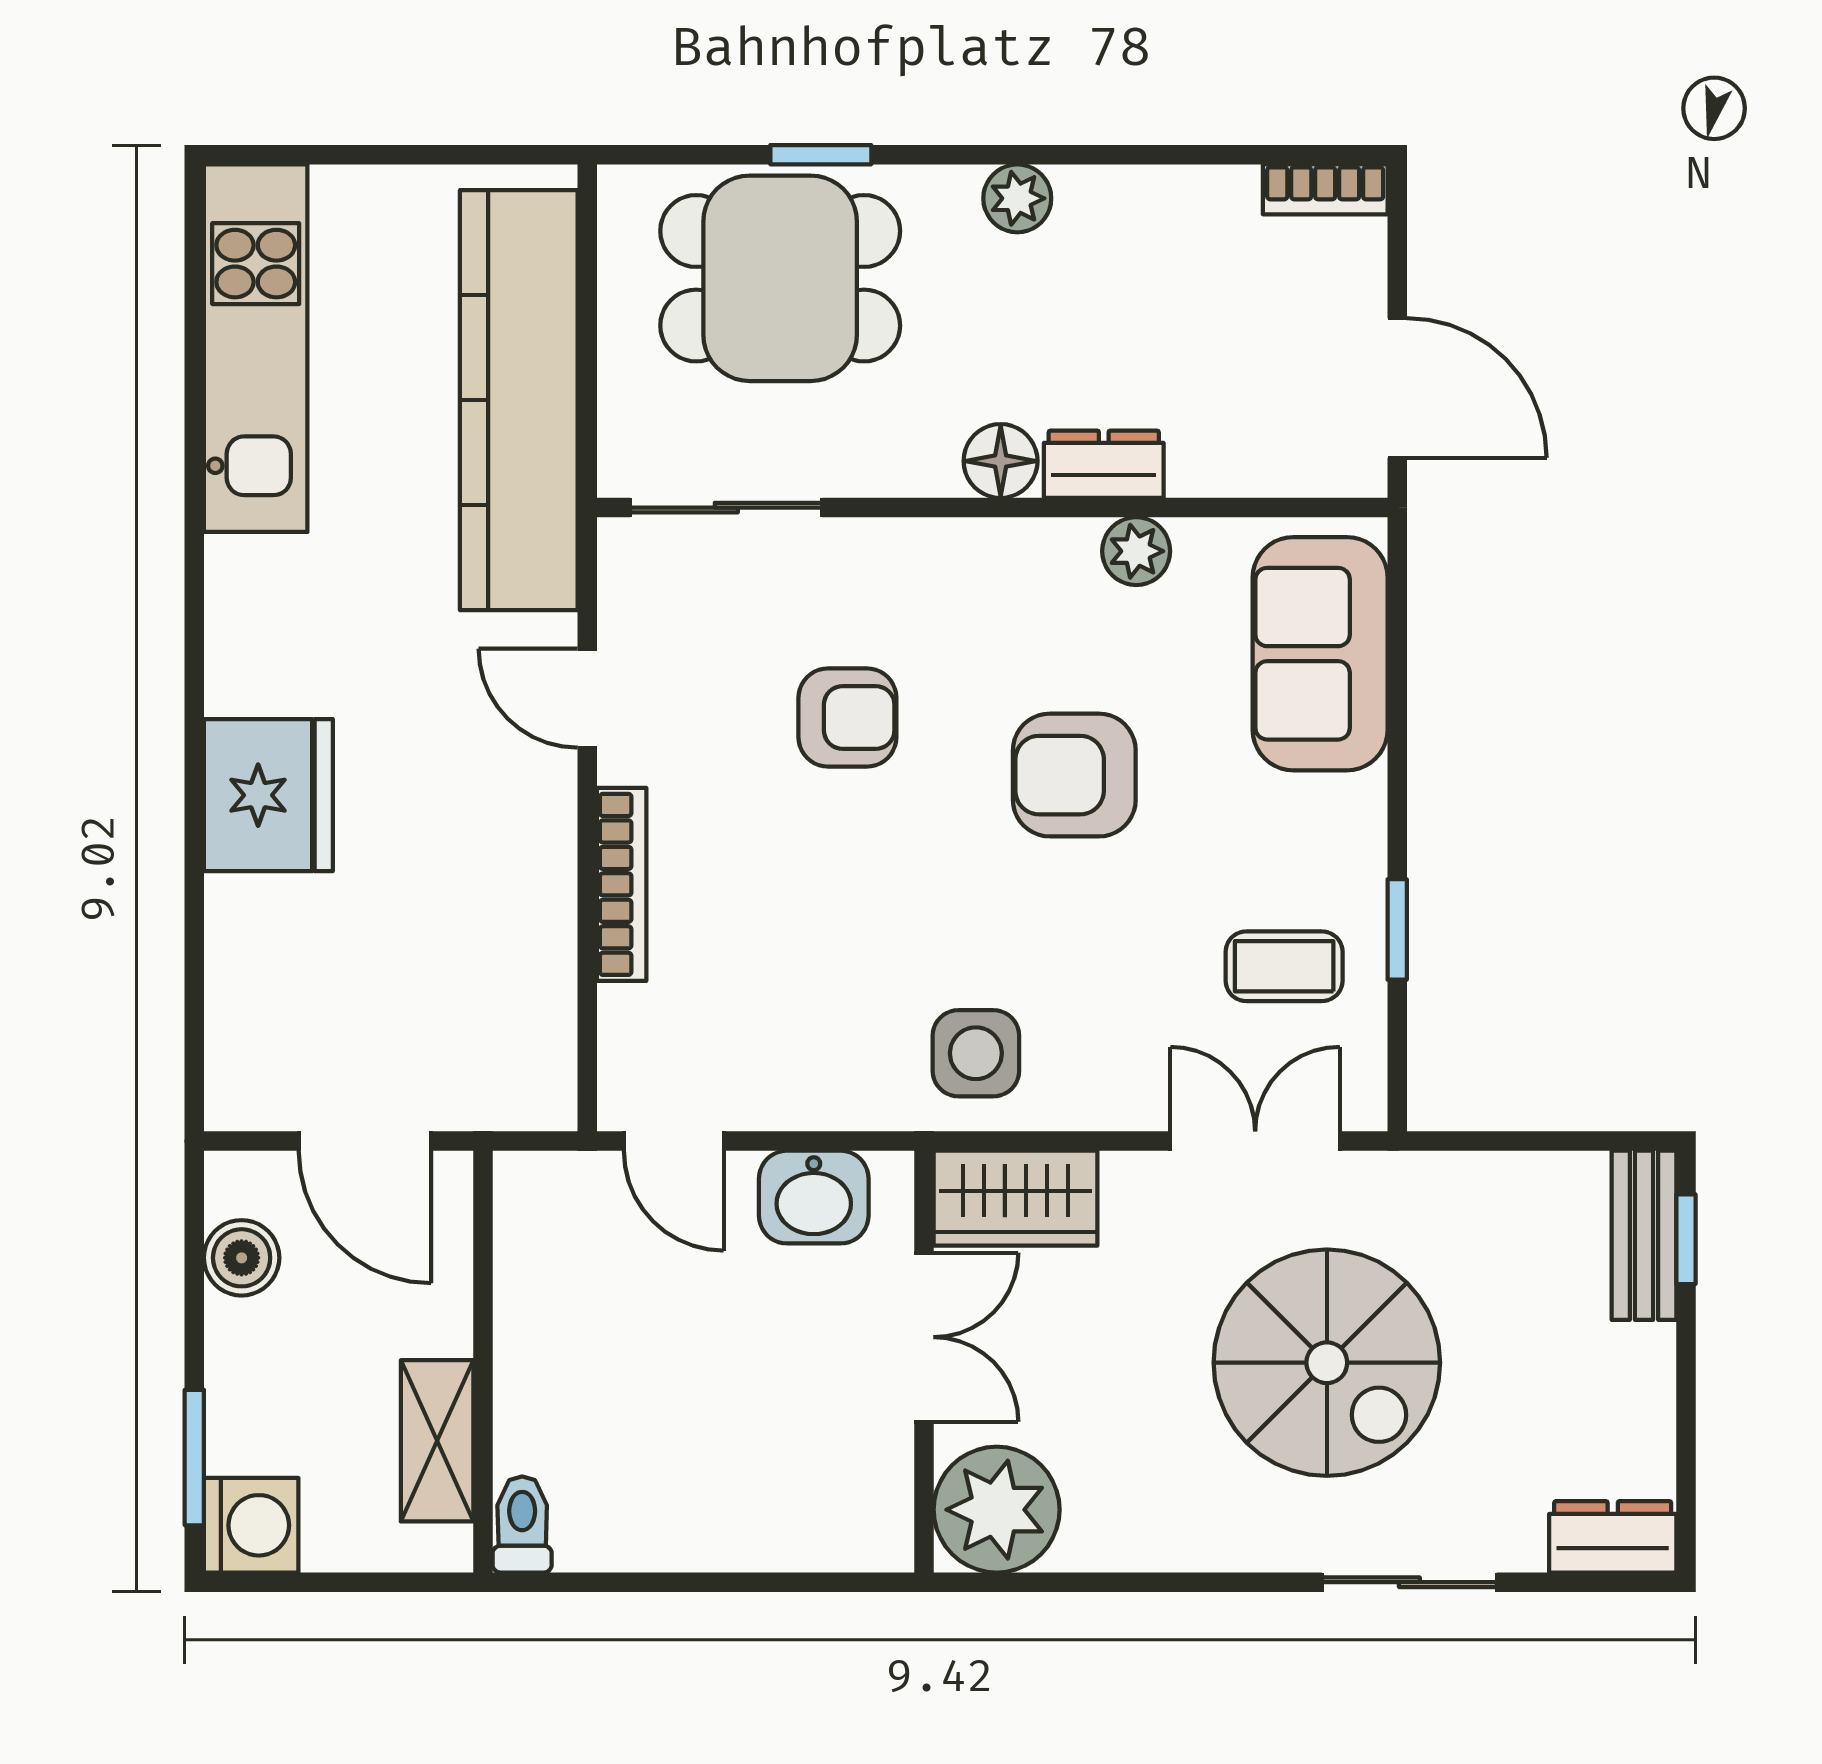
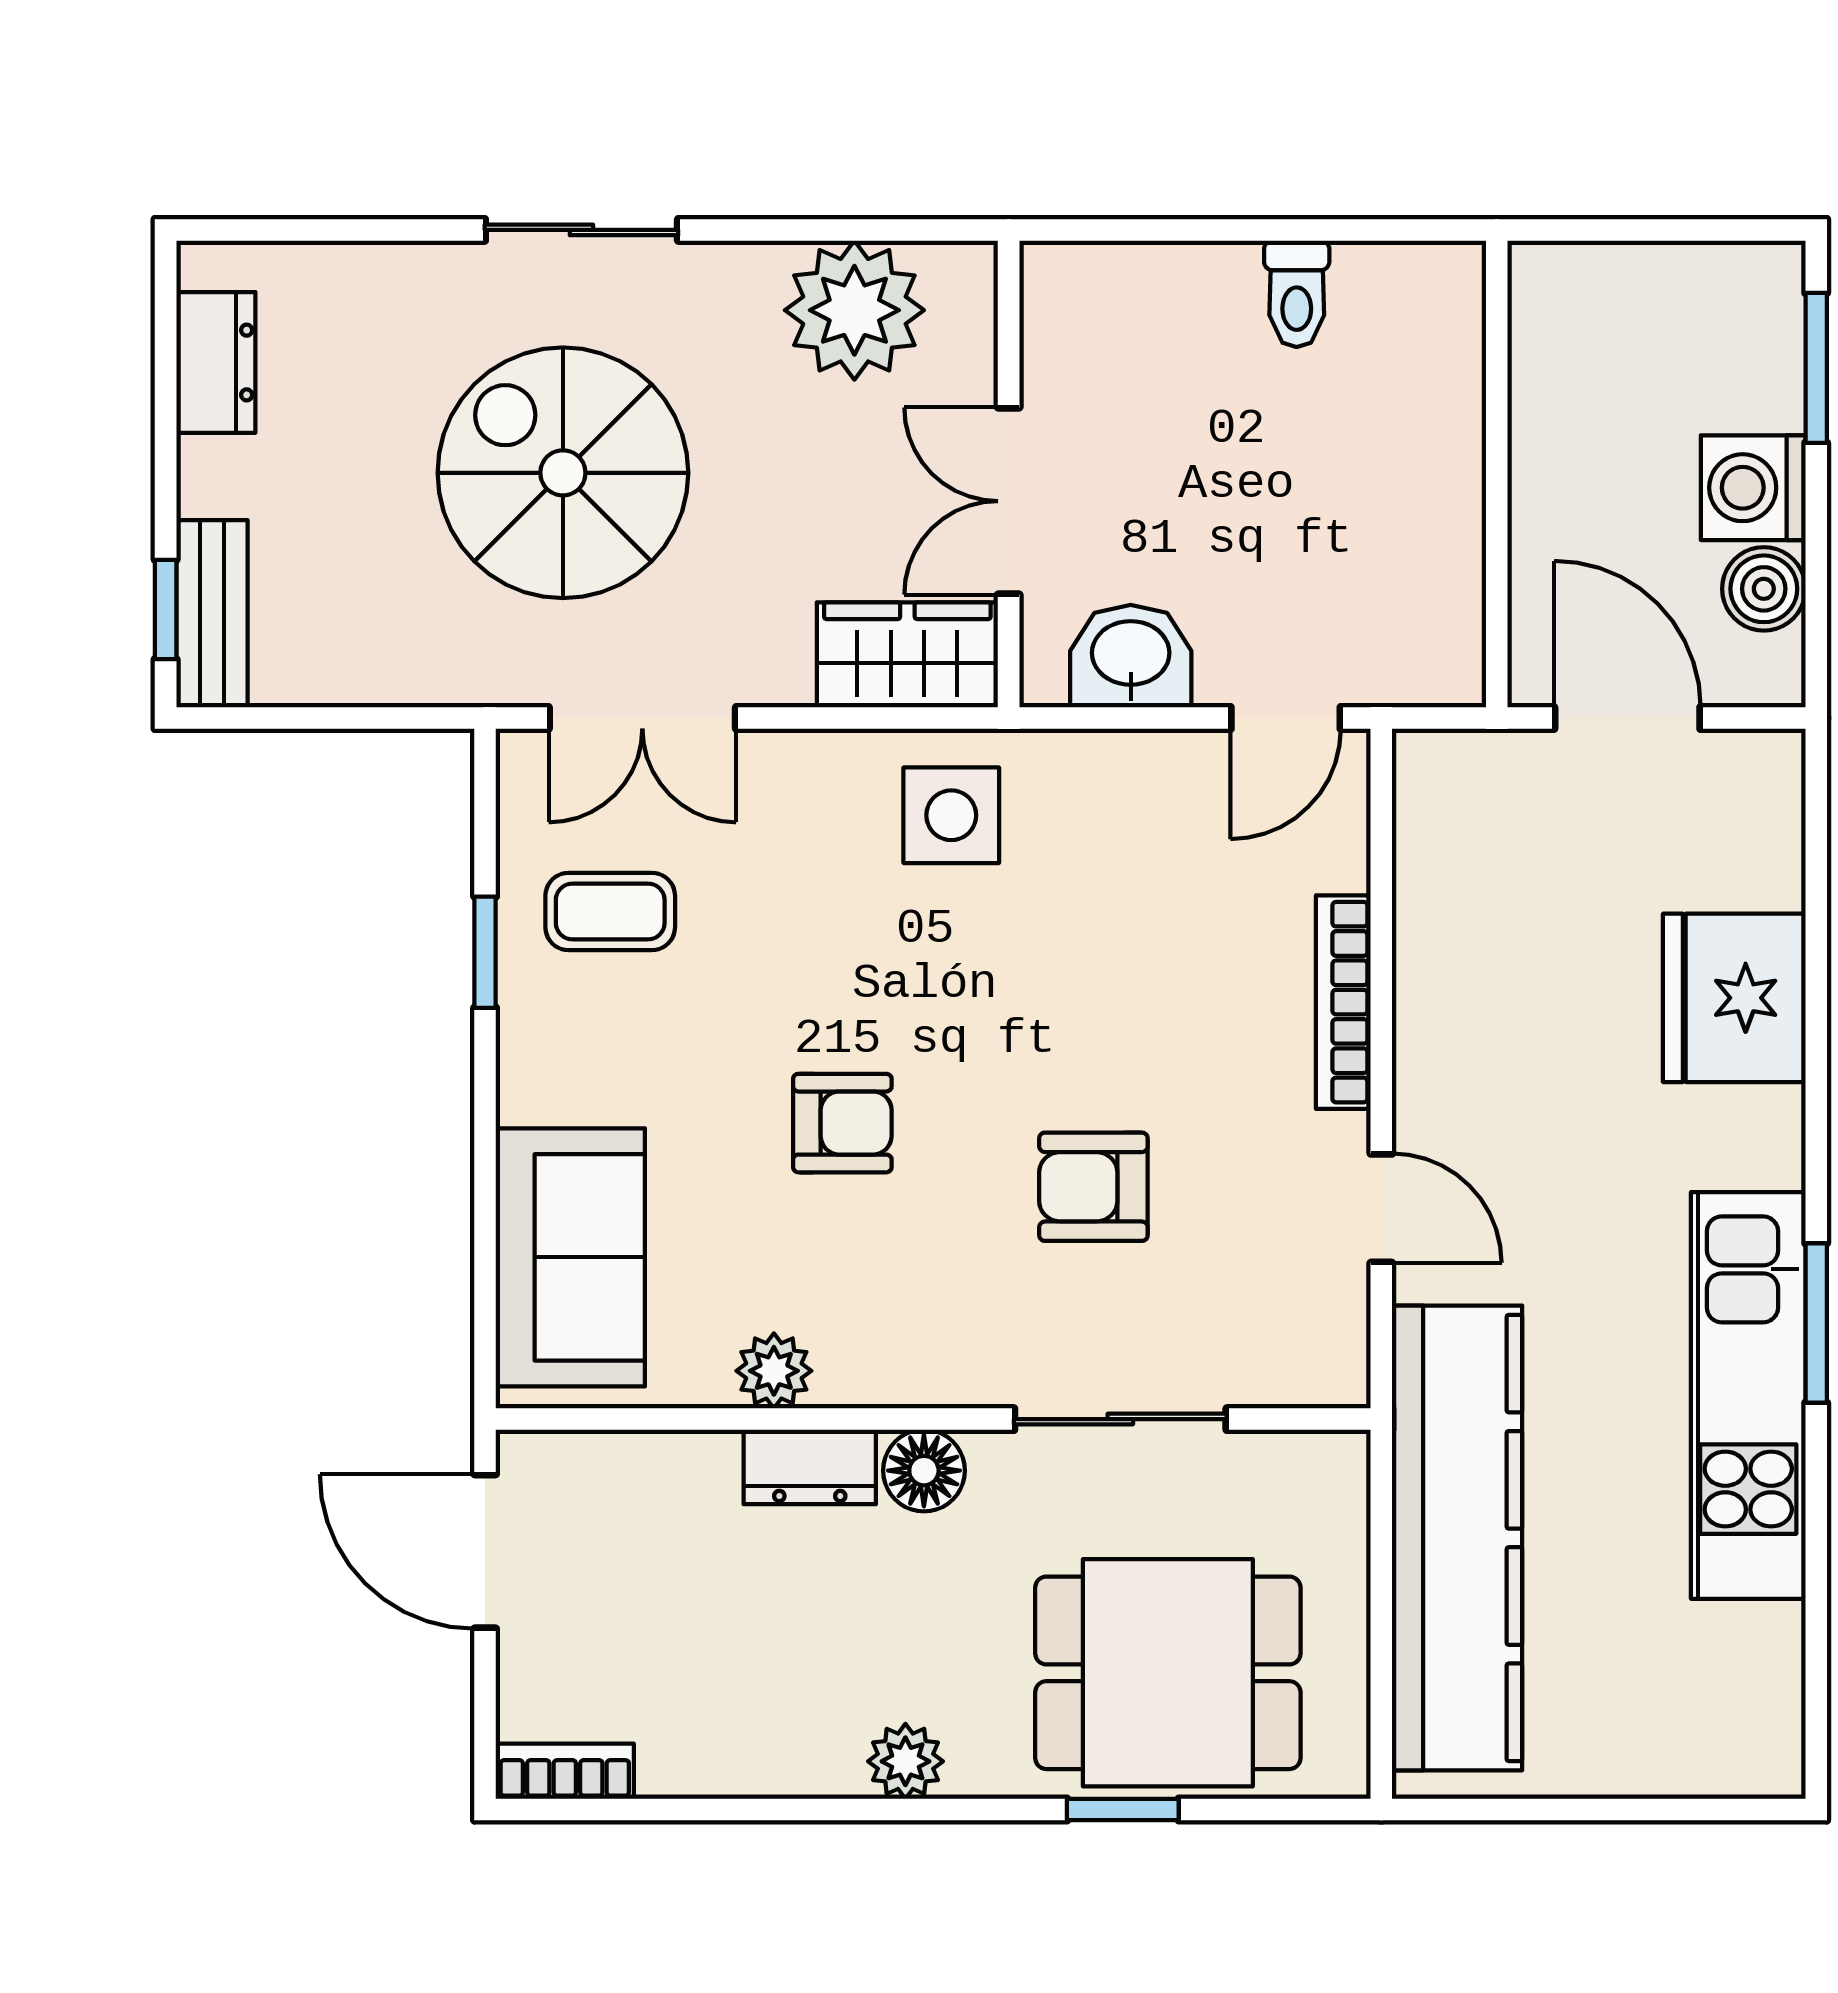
kitchen unit: (256, 348) -> (1748, 1395), moved
sliding door: (726, 508) -> (1120, 1419), moved
window: (194, 594) -> (1816, 1323), added
armchair: (1074, 775) -> (842, 1123), width x0.72, depth x0.72
fridge: (268, 795) -> (1734, 998), moved
door: (674, 1141) -> (1286, 718), swing flipped
shelving: (437, 1441) -> (1547, 386), removed
plant: (997, 1510) -> (854, 310), moved
toilet: (522, 1524) -> (1297, 294), moved
washing machine: (251, 1525) -> (1753, 488), moved
dresser: (1613, 1537) -> (216, 362), moved, turned -90
sliding door: (1409, 1582) -> (581, 230), moved

